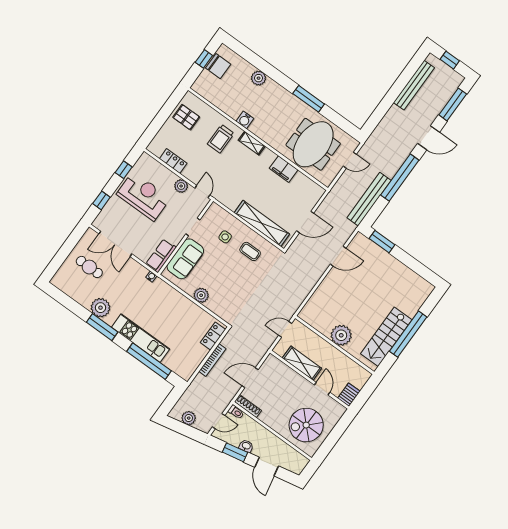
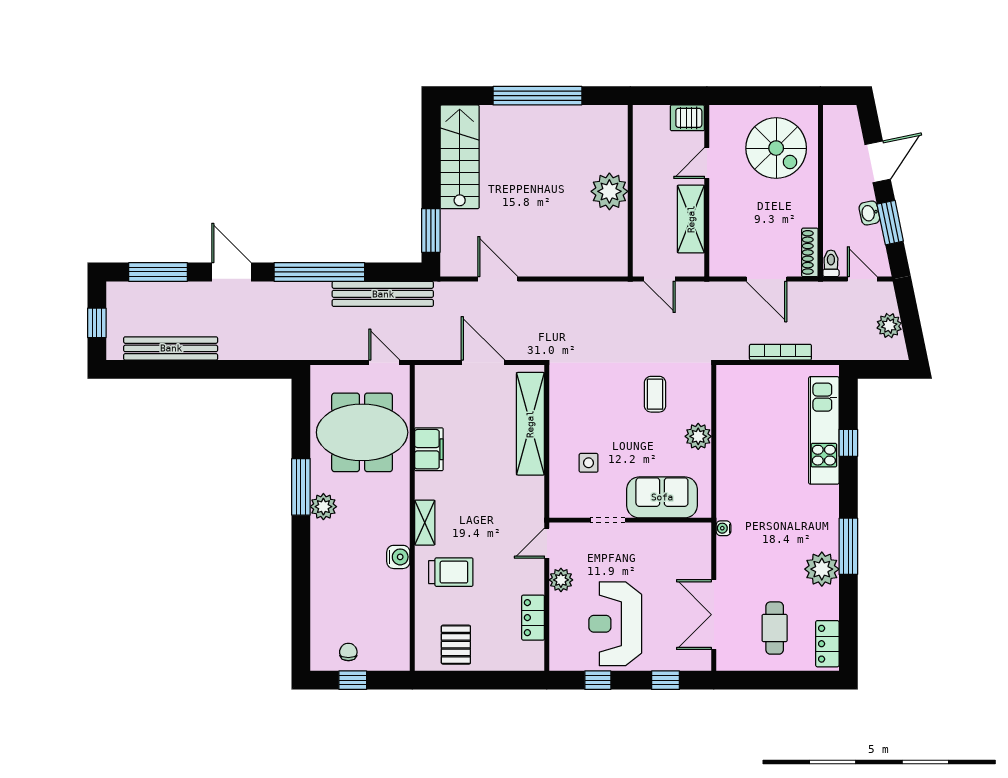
chair: (218, 66) -> (348, 652), width x0.54, depth x0.54
plant: (259, 78) -> (323, 507), moved
door: (350, 160) -> (384, 362), moved
double door: (115, 244) -> (714, 615), swing flipped
coffee table: (250, 251) -> (655, 394), moved
row of seats: (161, 256) -> (683, 536), removed
locker: (213, 336) -> (827, 644), moved, turned 90
stairs: (386, 337) -> (460, 157), moved, turned -90
kitchen unit: (141, 338) -> (824, 430), moved
window: (149, 361) -> (848, 443), width x0.32

